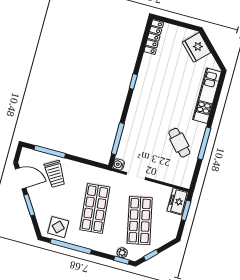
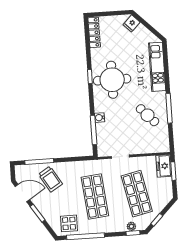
fridge: (197, 47) -> (132, 23), width x0.53, depth x0.75
round table: (155, 93) -> (112, 80), added
water cooler: (119, 164) -> (100, 118), moved

